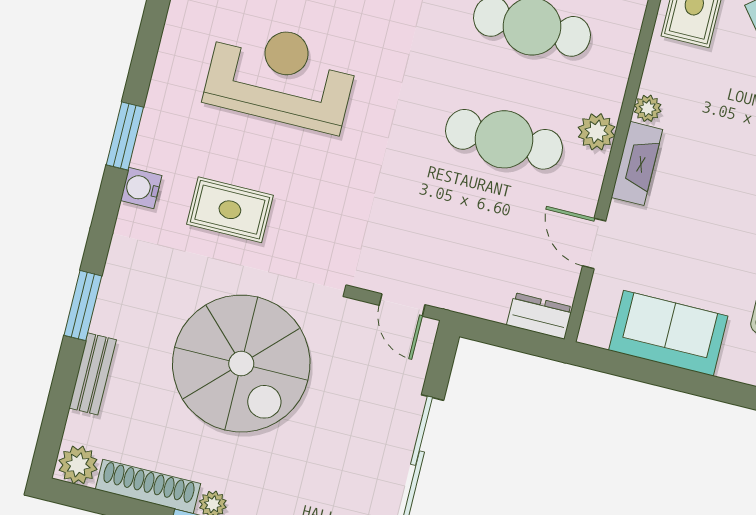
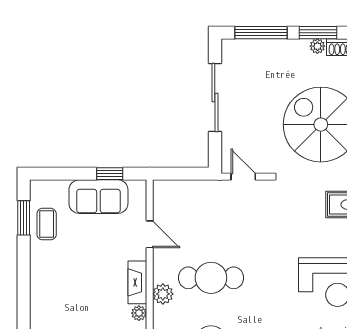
dresser: (540, 316) -> (169, 189), removed
window: (638, 369) -> (110, 174), added

